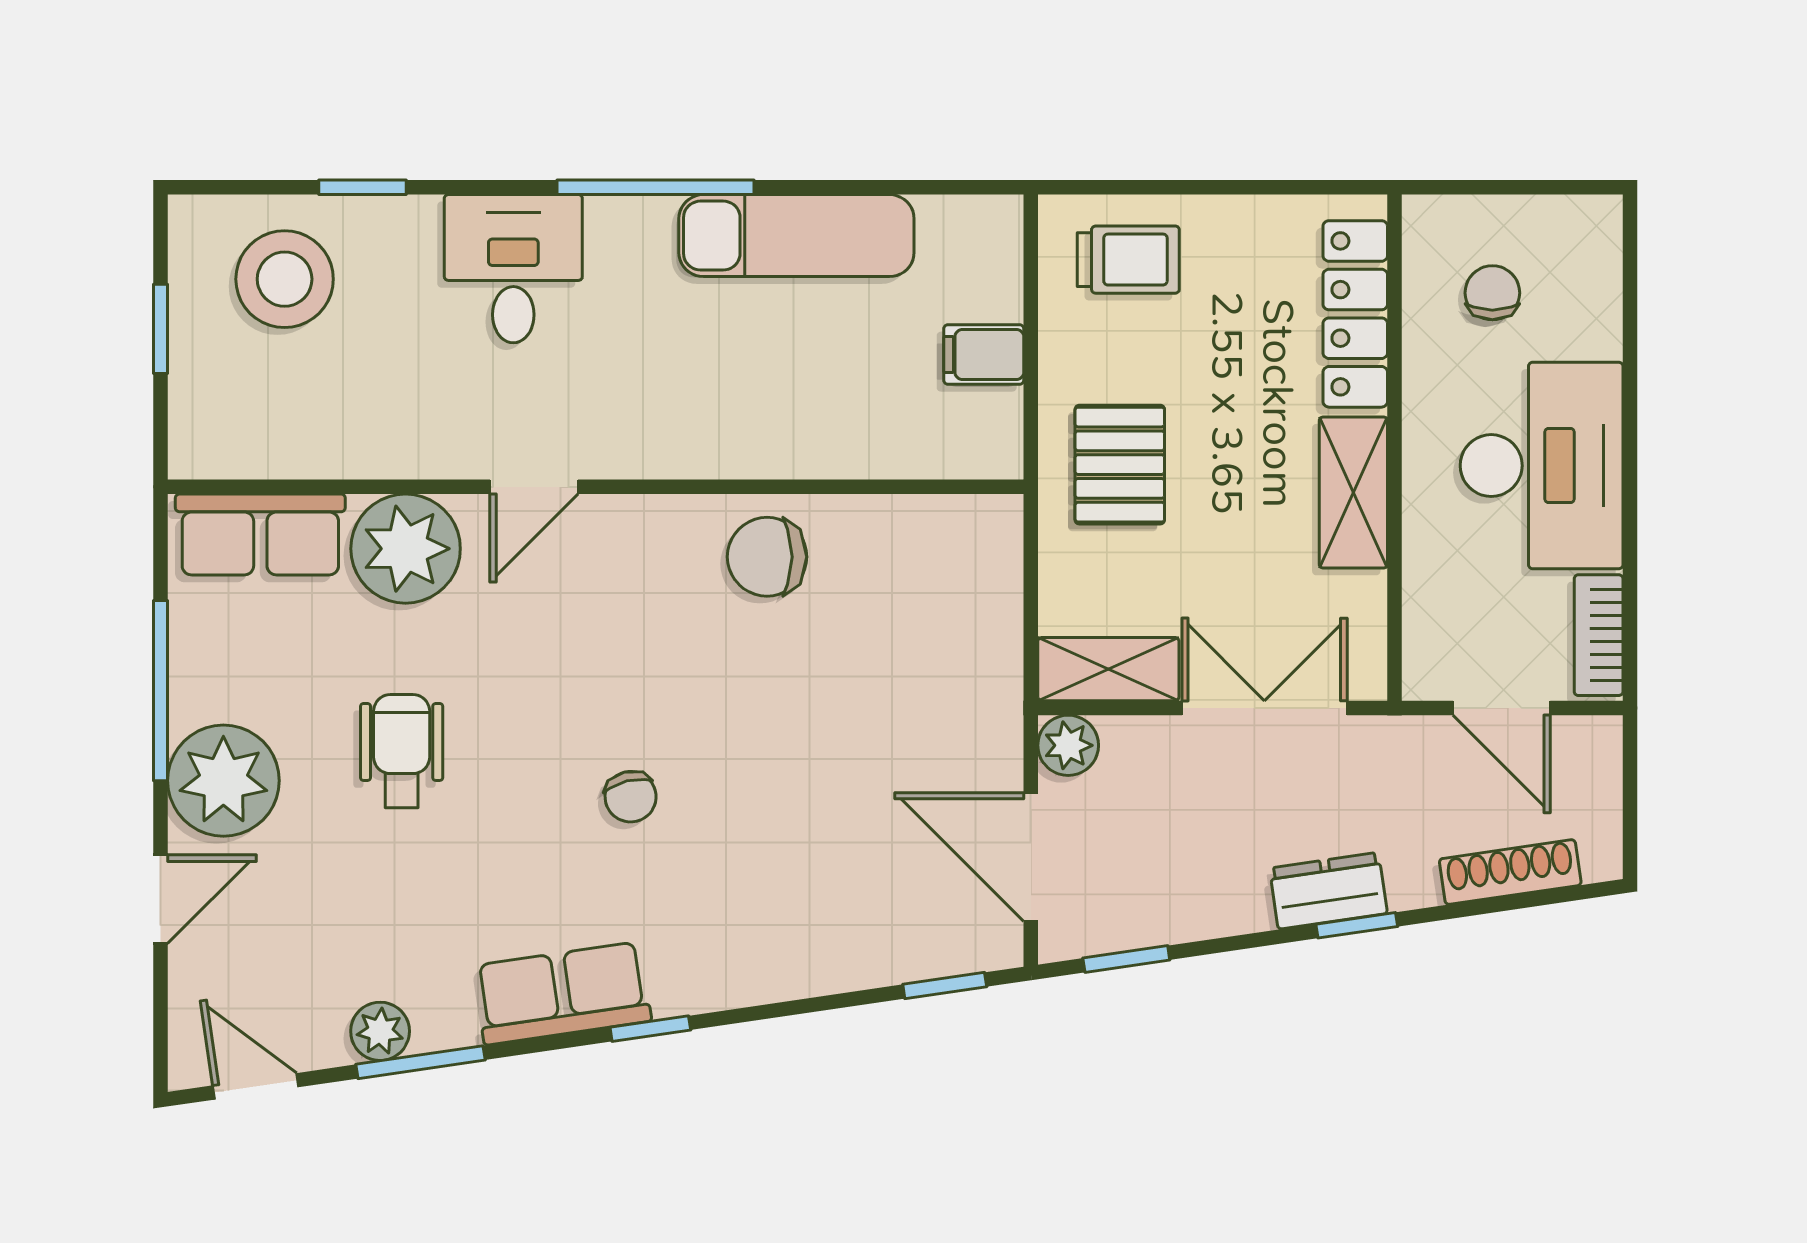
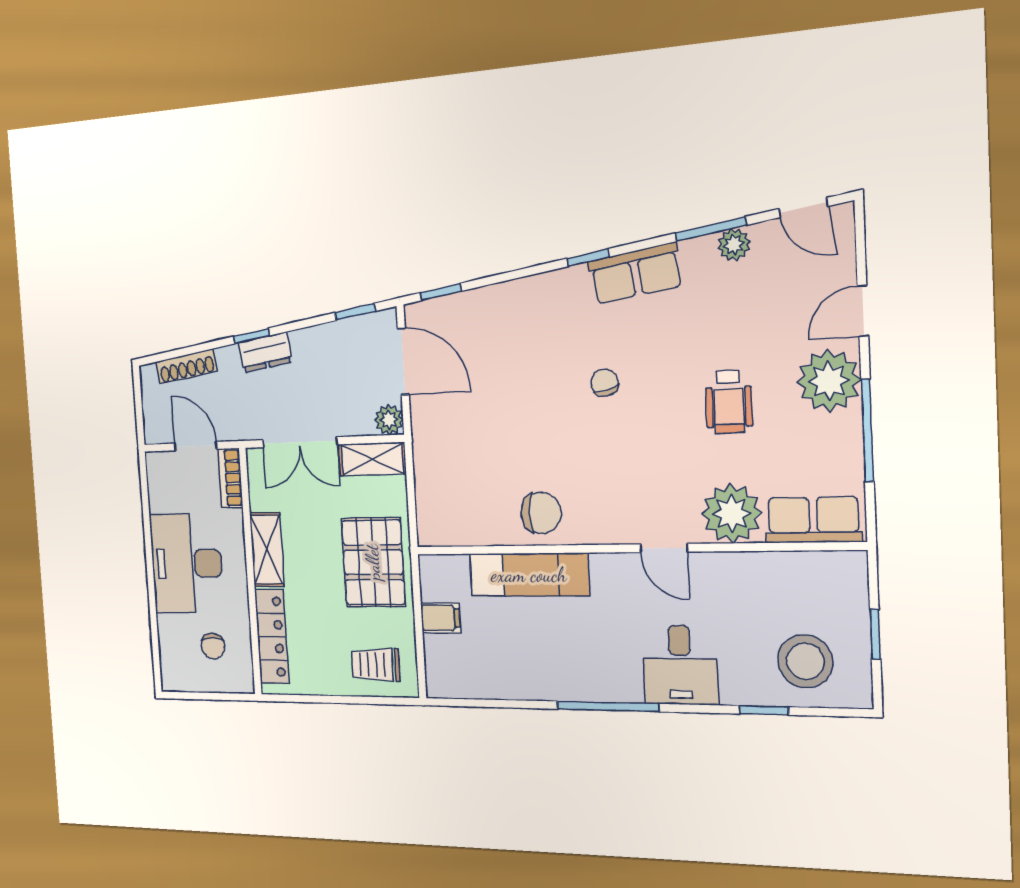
exam couch: (796, 236) -> (529, 575), moved, turned 180
pallet: (1120, 465) -> (373, 562), width x1.50, depth x1.42
door: (534, 487) -> (664, 548), swing flipped
bookcase: (1599, 635) -> (230, 478), moved, turned 180

